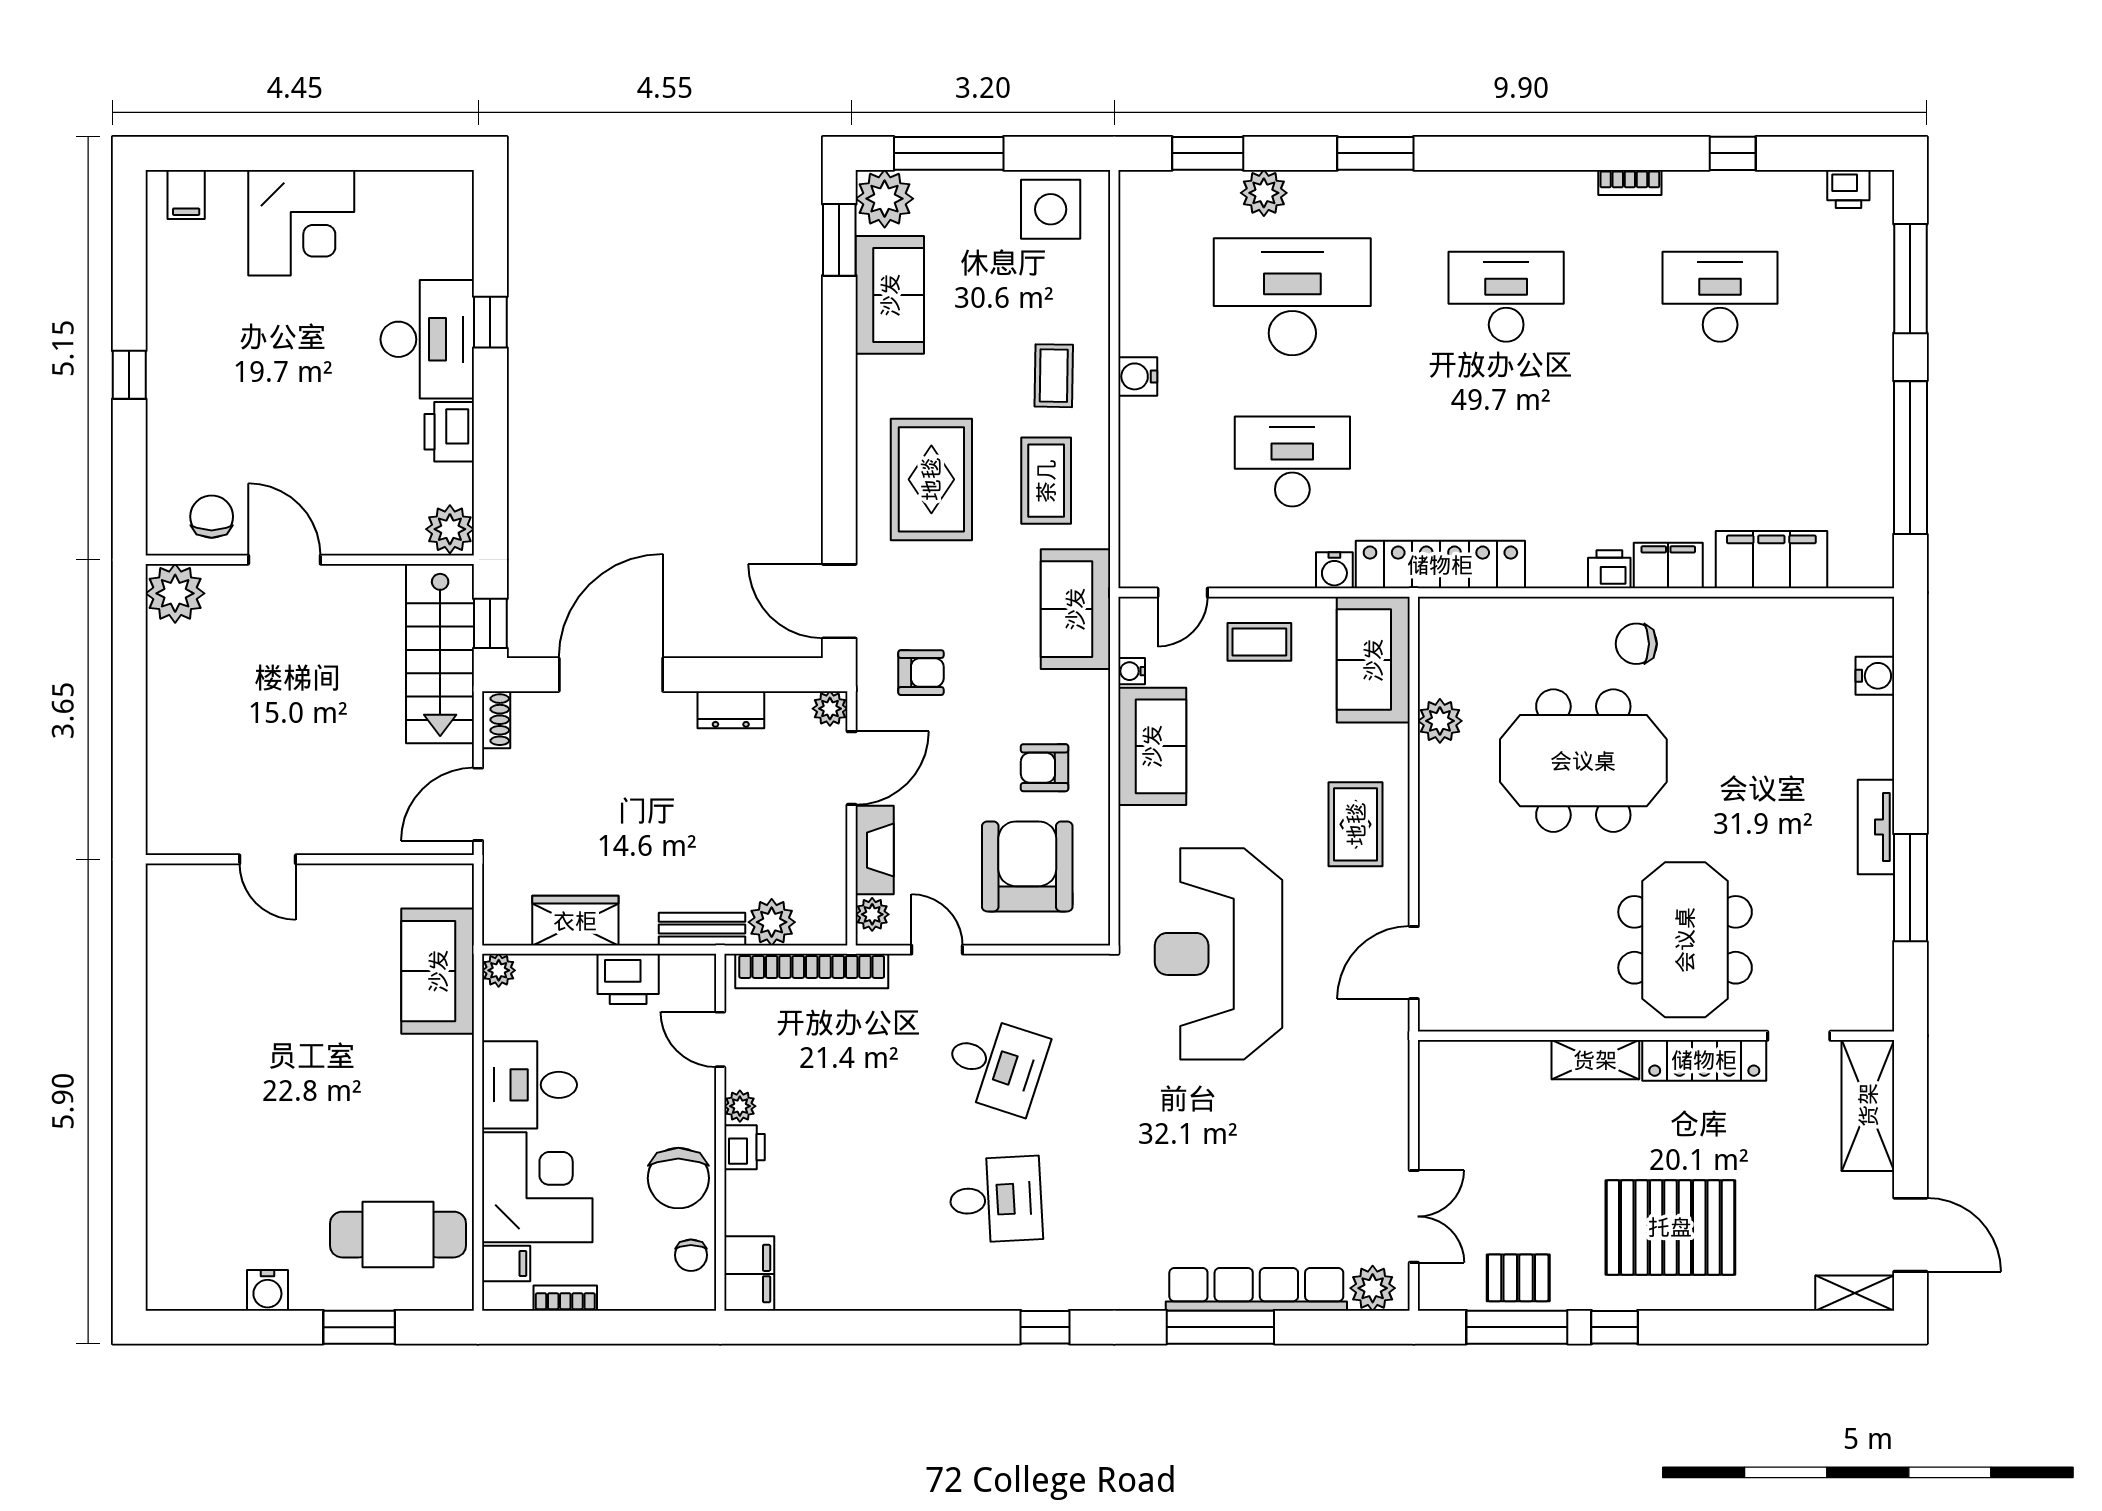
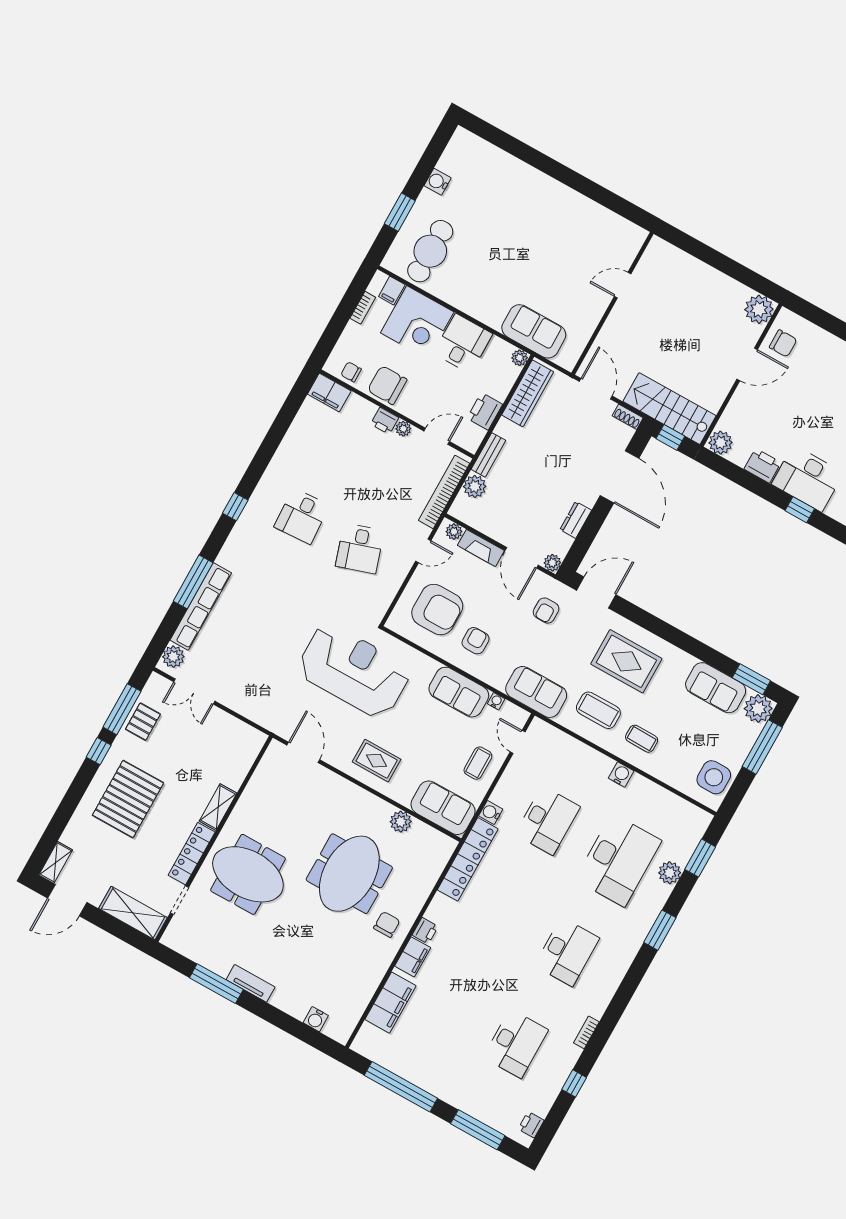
wardrobe: (575, 921) -> (528, 393), width x1.50
desk: (996, 1065) -> (360, 548), turned -36

